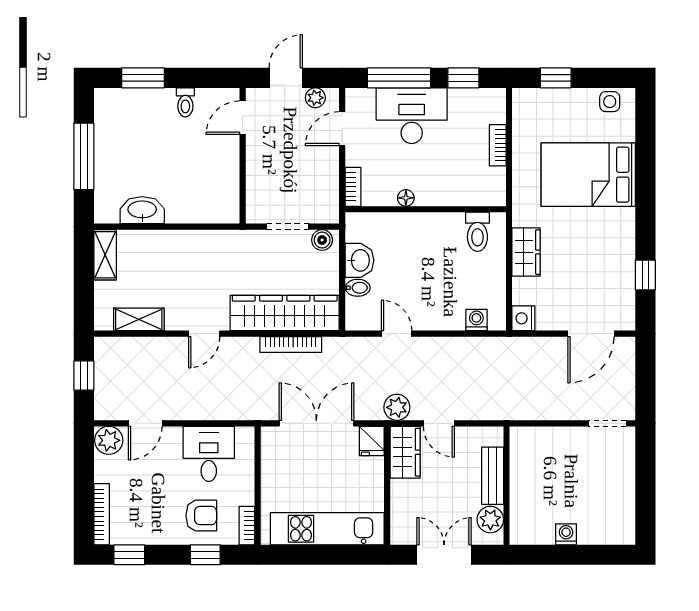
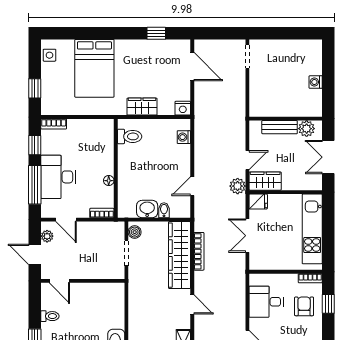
bookcase: (498, 145) -> (54, 124), moved
double door: (316, 423) -> (247, 236), width x0.73

